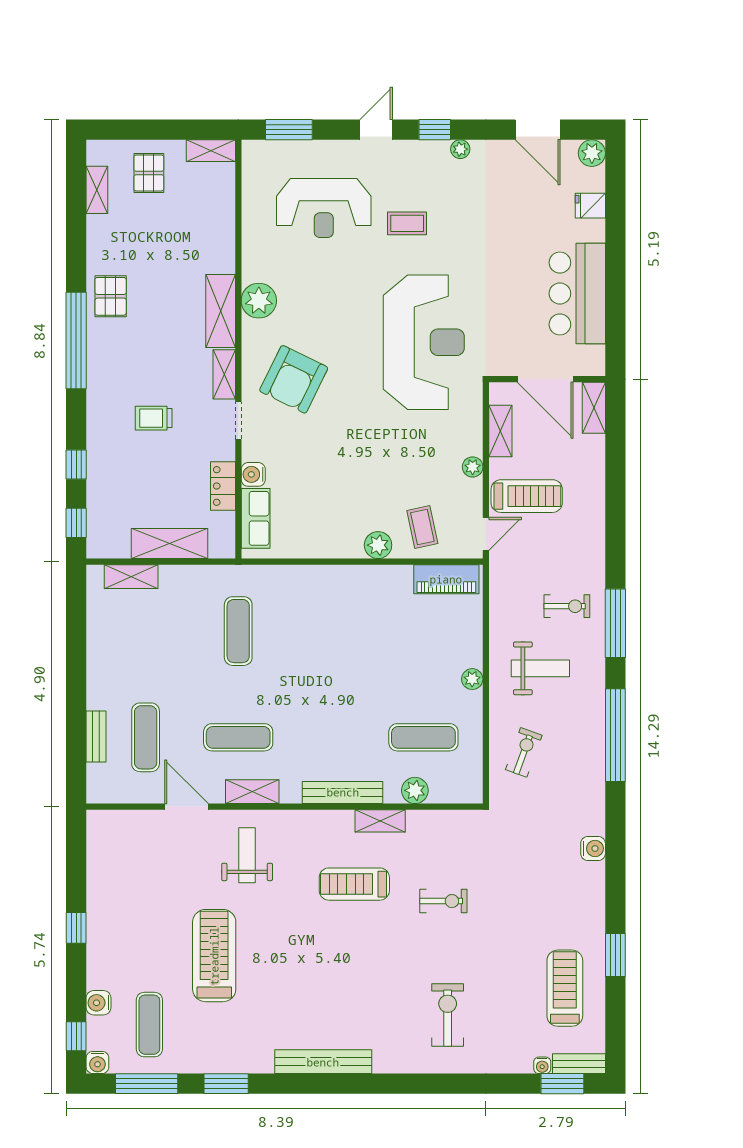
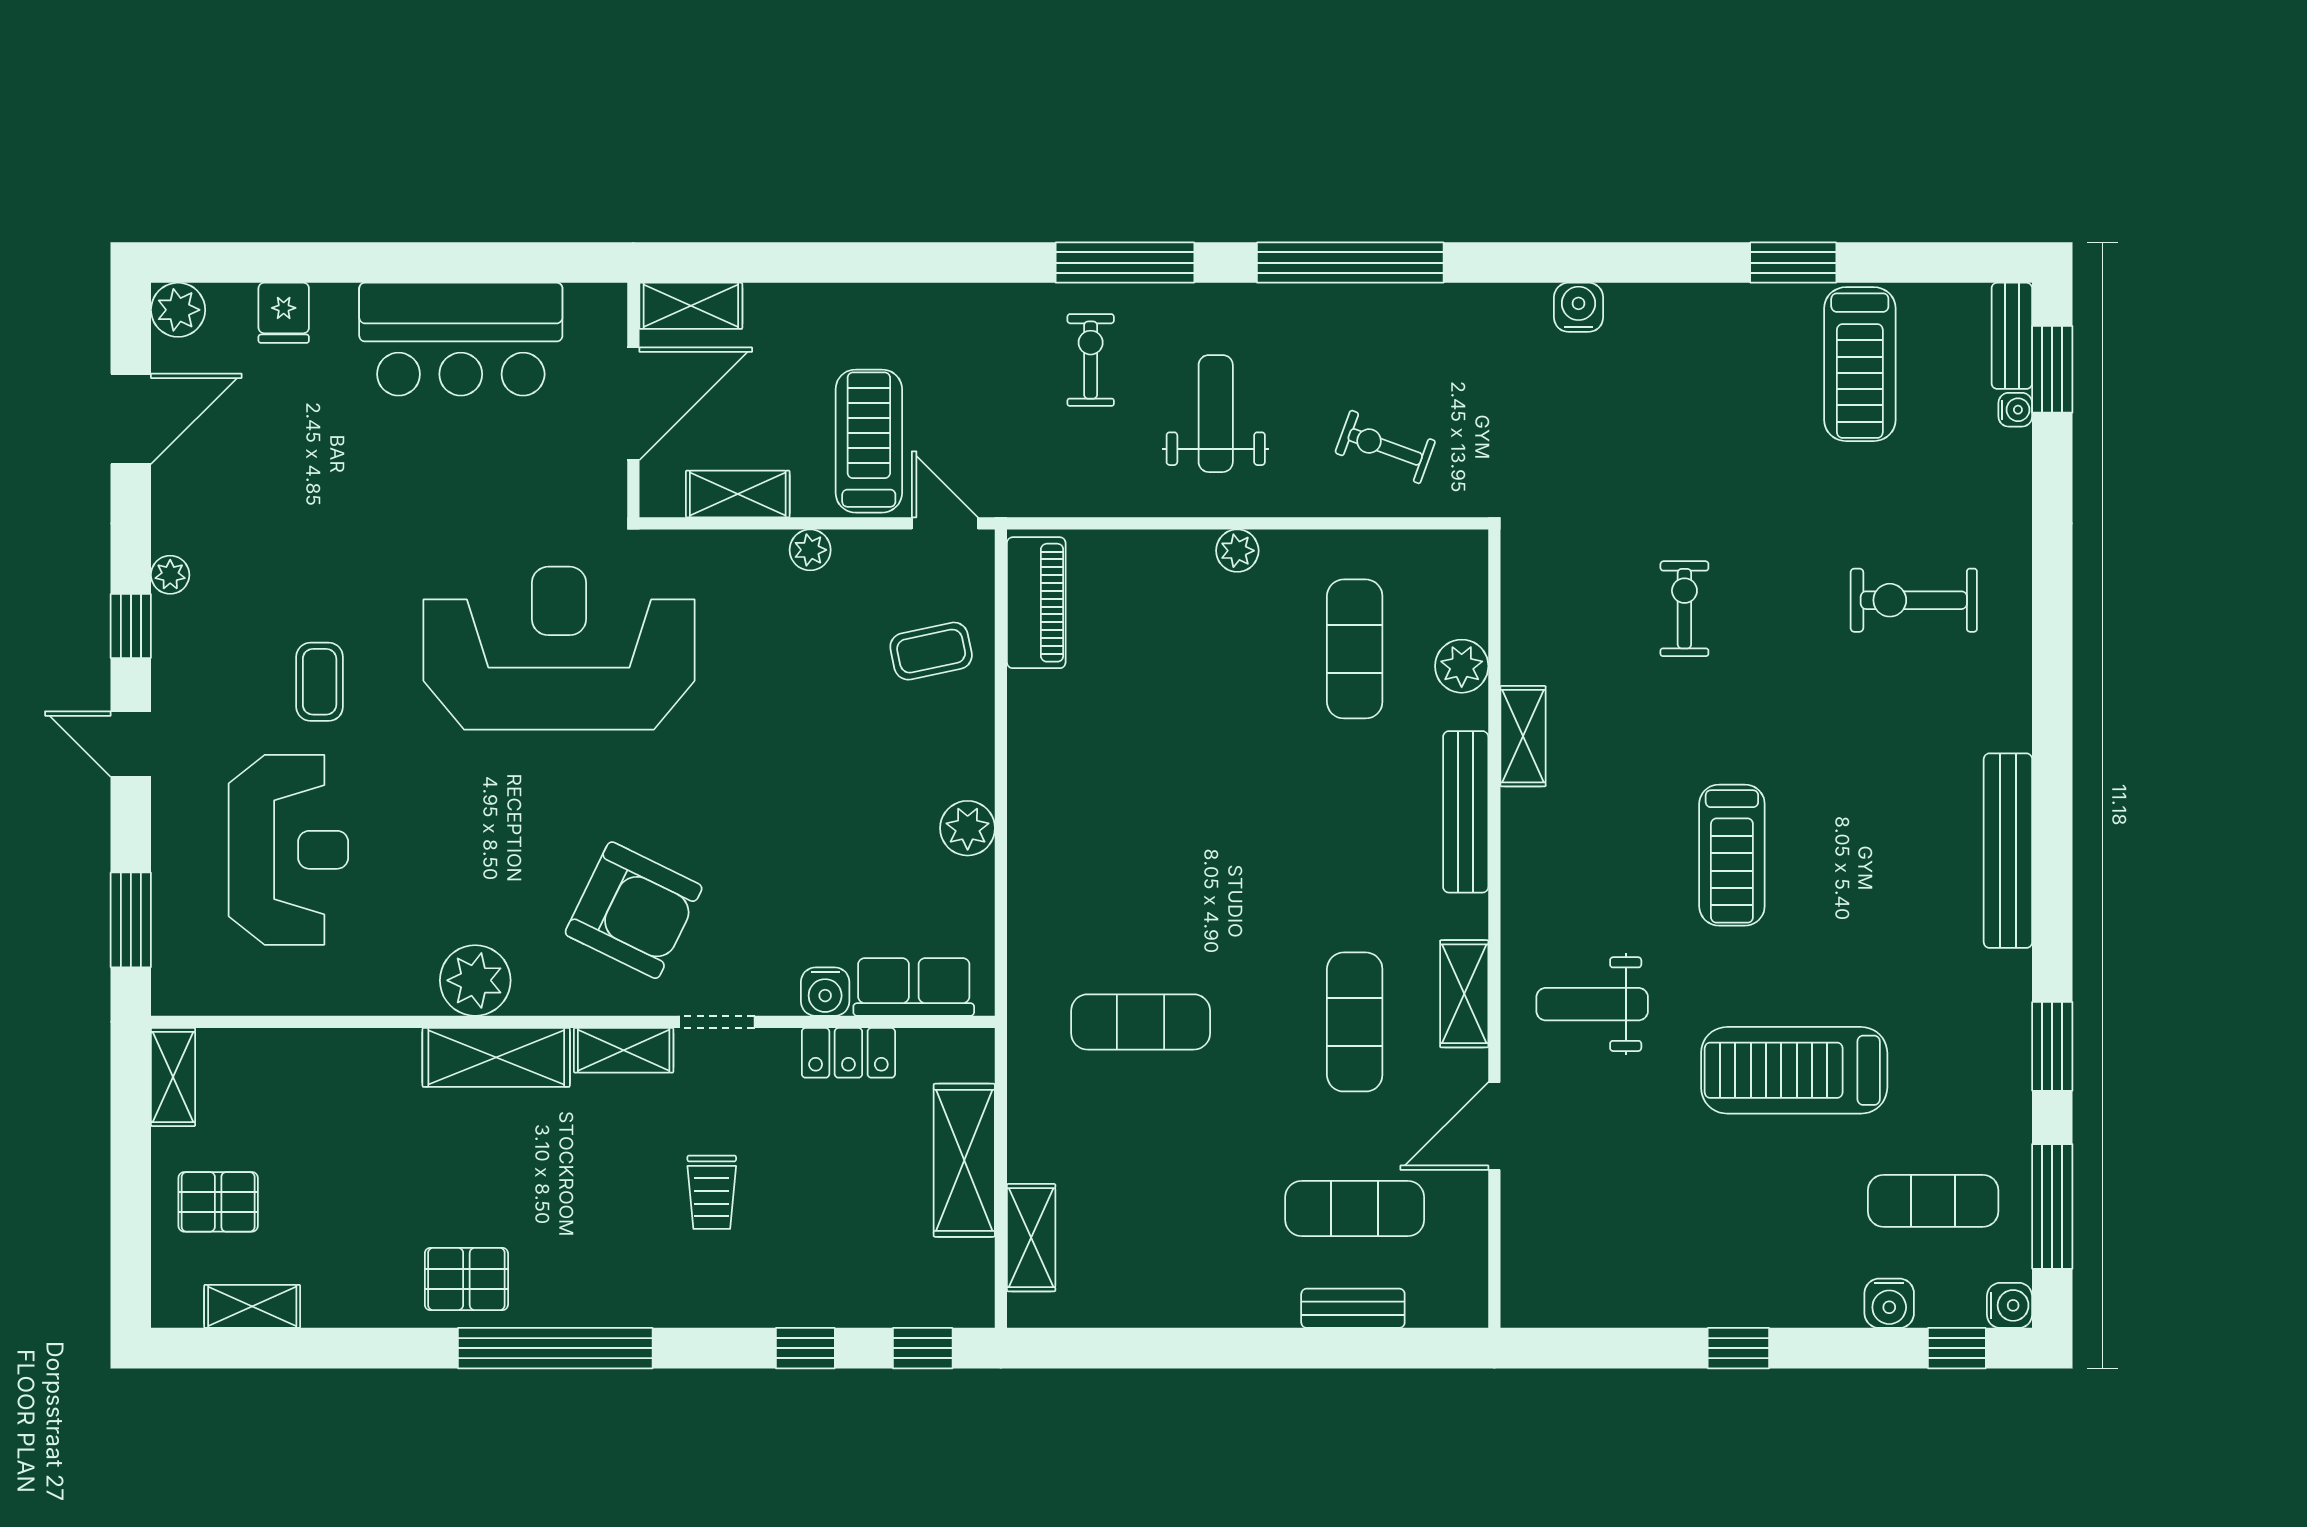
plant: (378, 545) -> (968, 828), moved
treadmill: (354, 884) -> (1732, 855), moved
treadmill: (565, 988) -> (1860, 364), turned -90

